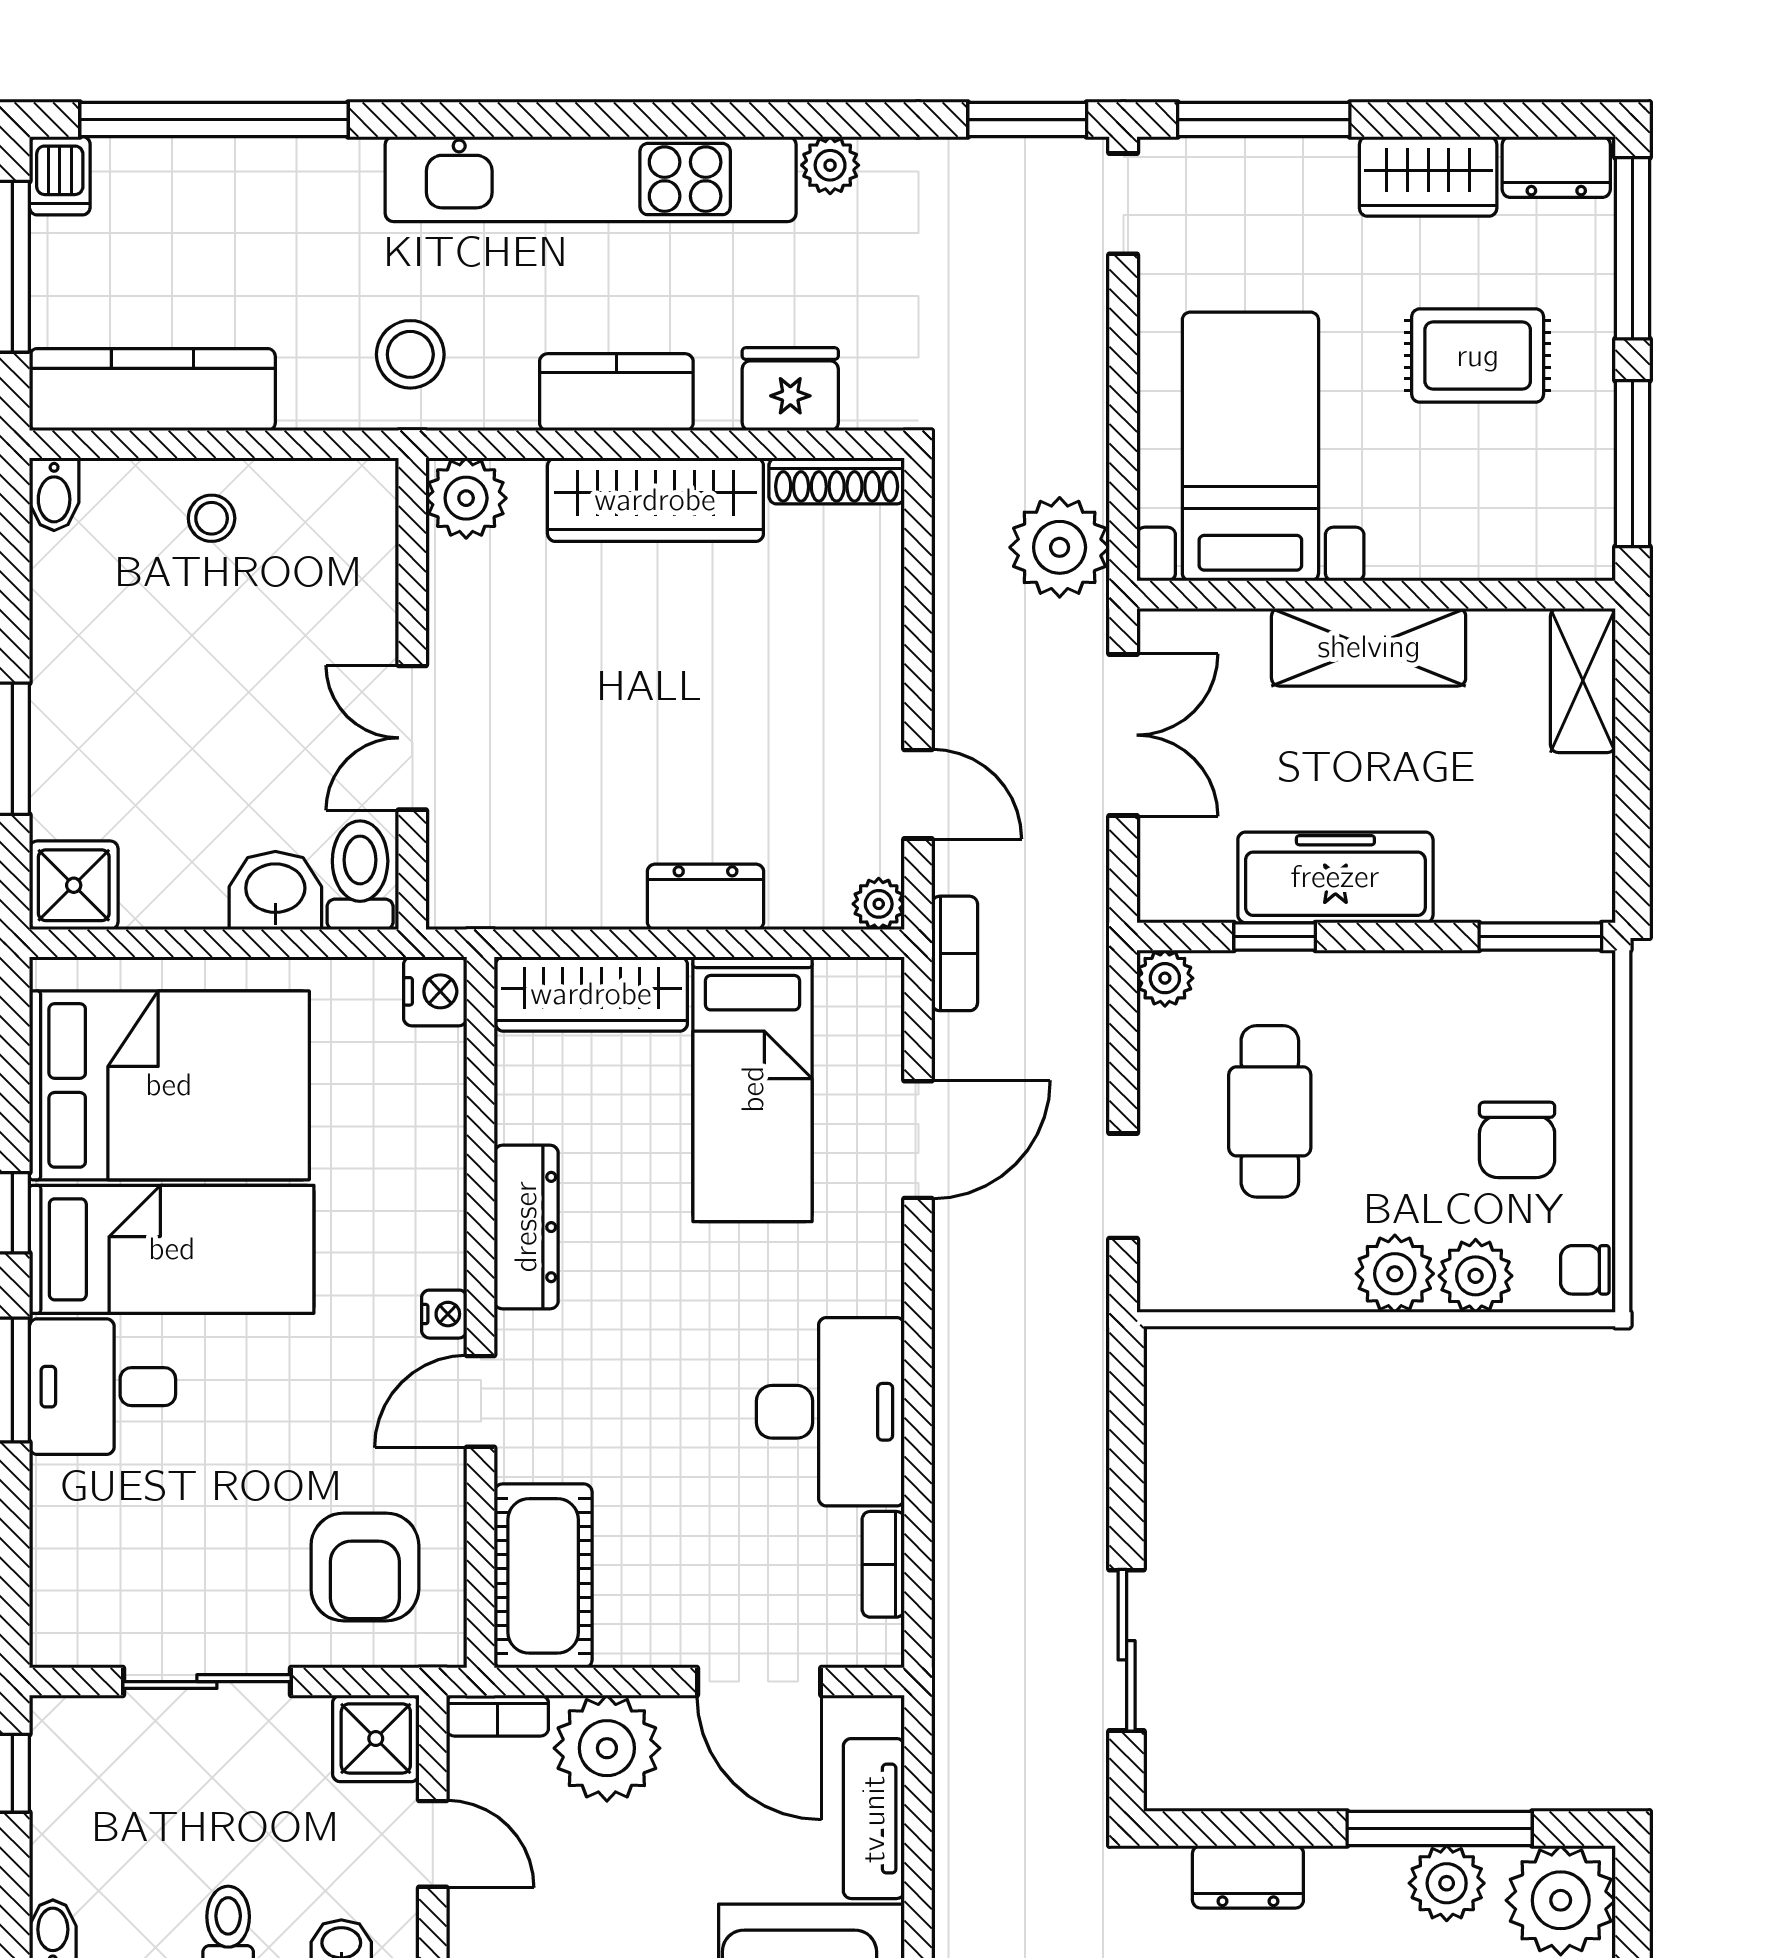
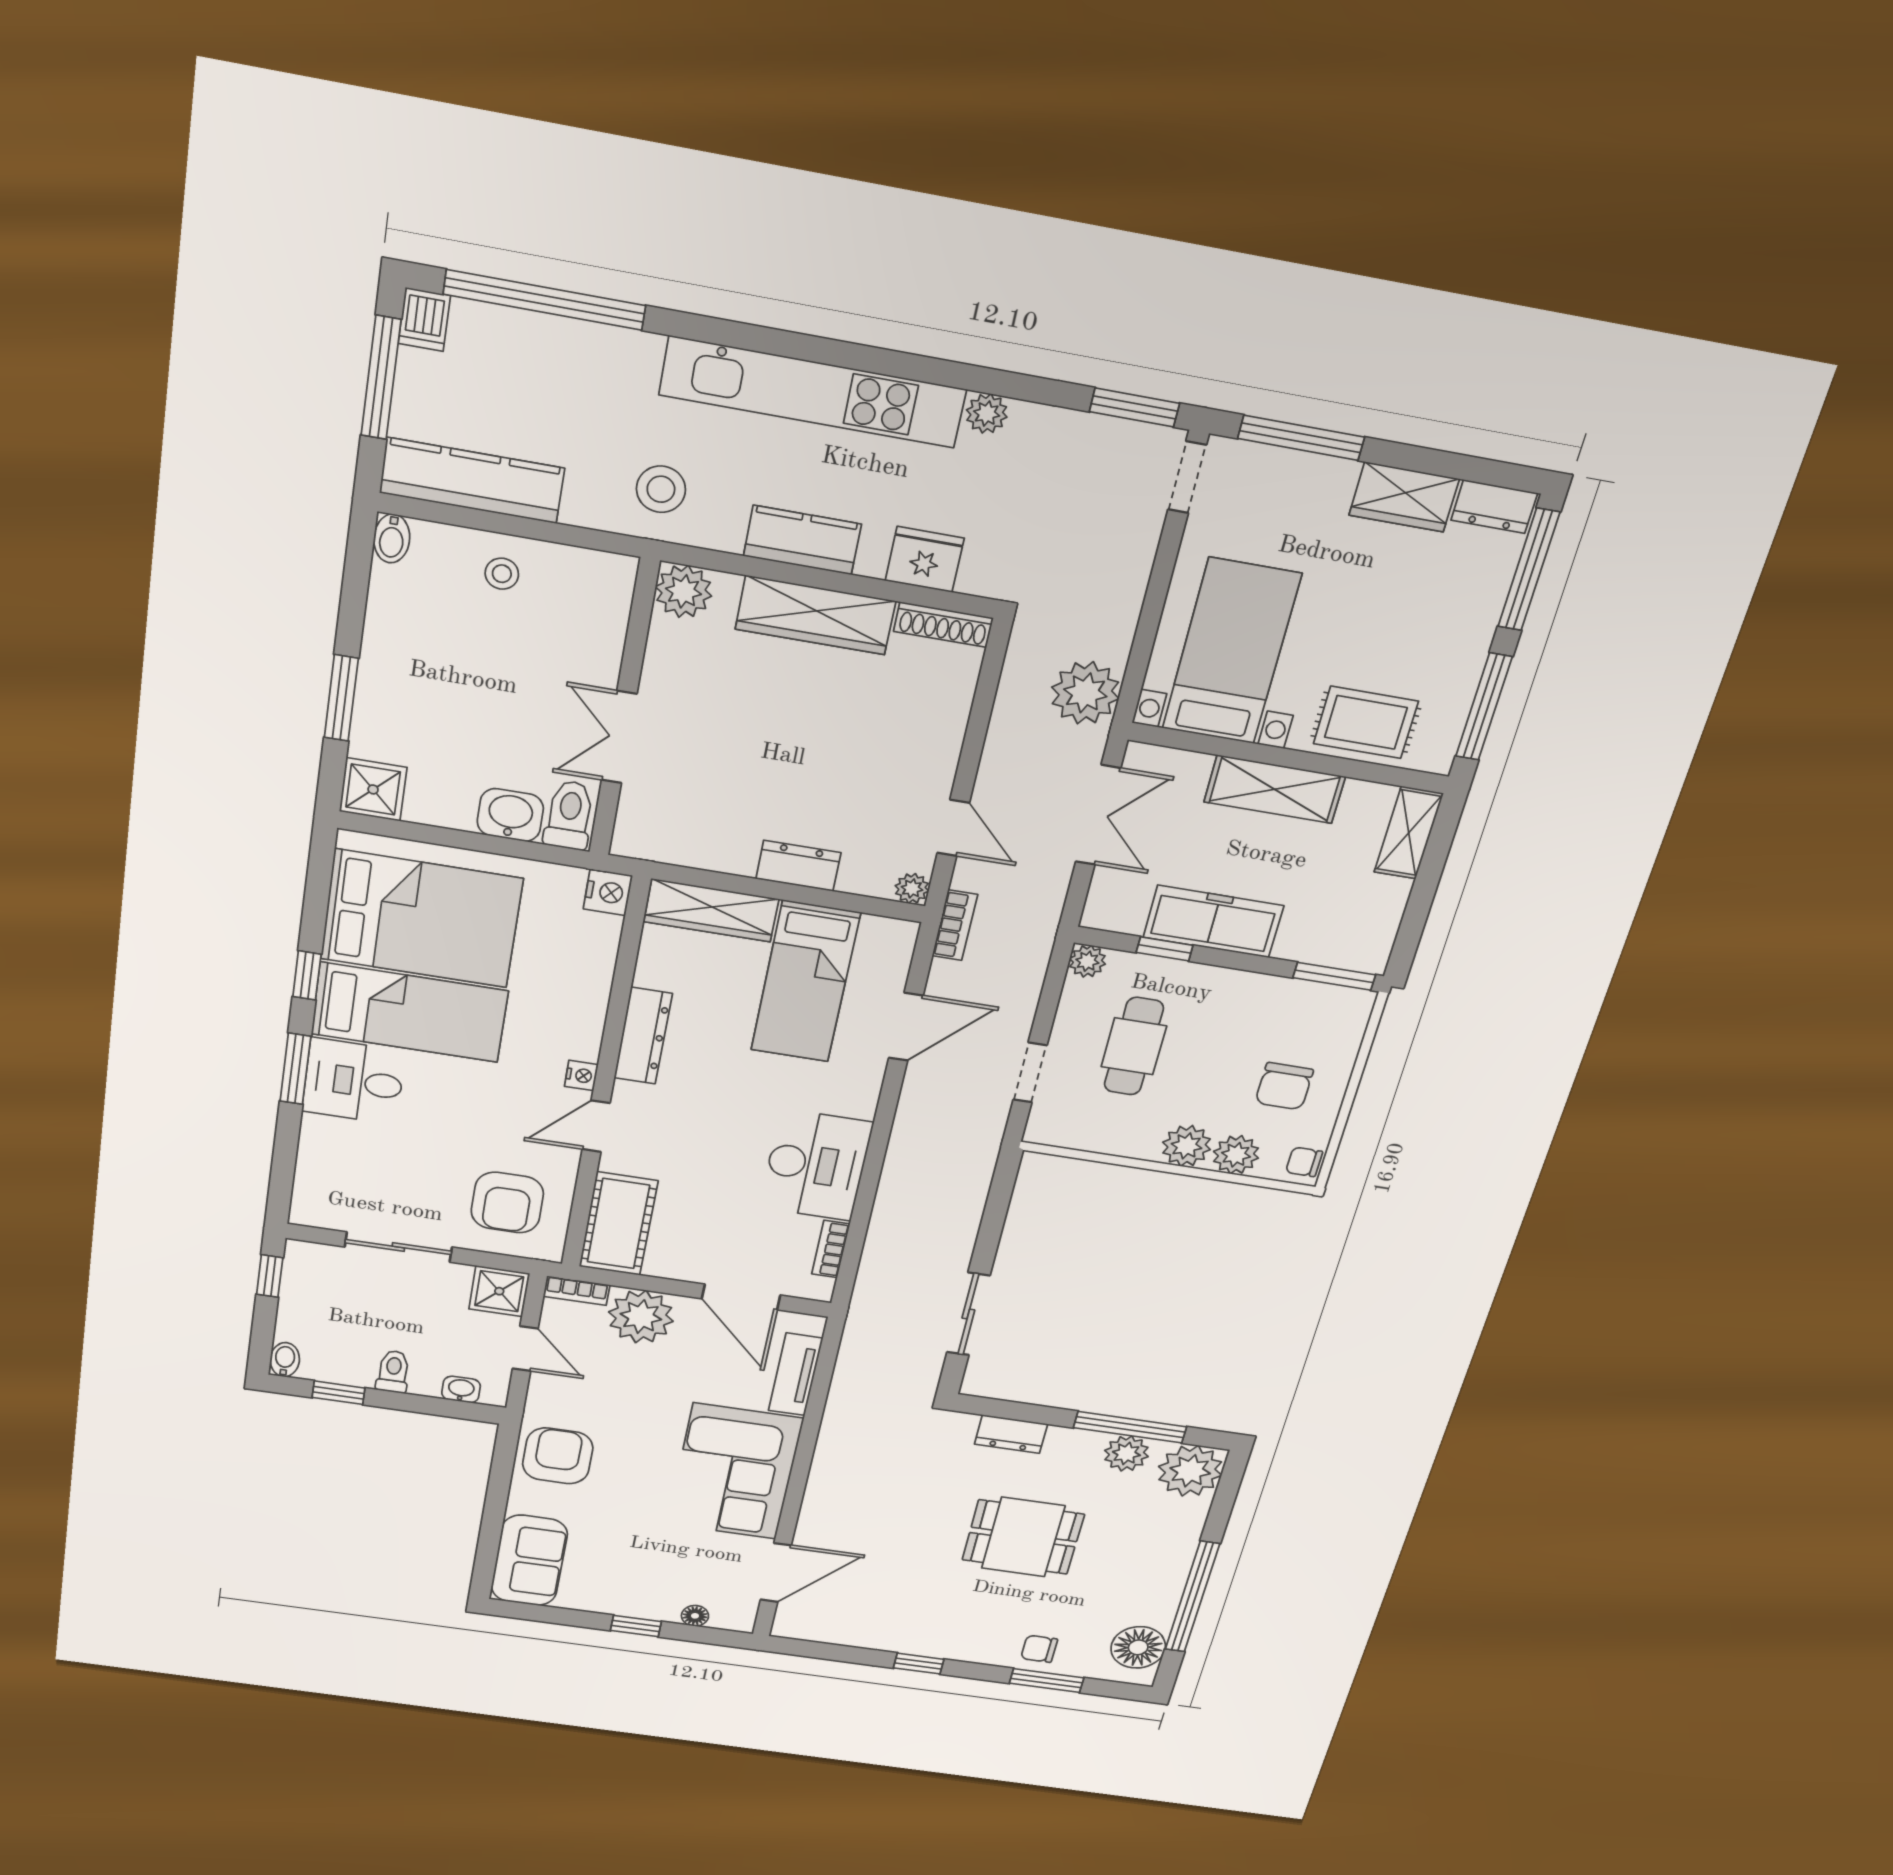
rug: (1478, 356) -> (1366, 722), moved

